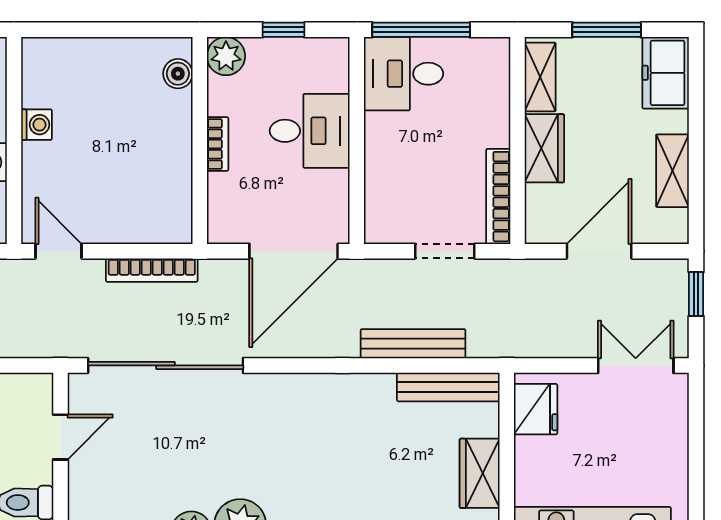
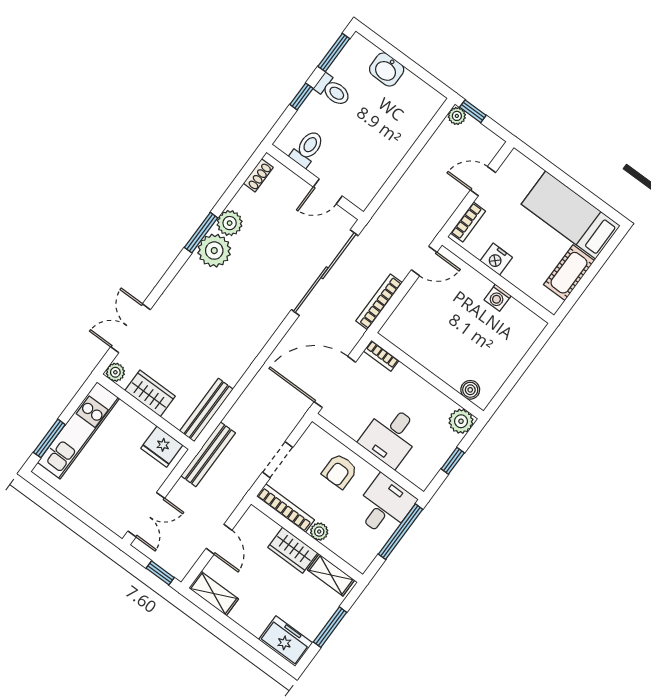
plant: (496, 132) -> (319, 532), added
bookcase: (218, 144) -> (381, 356), moved
armchair: (401, 163) -> (340, 471), added
shelving: (673, 171) -> (214, 594), moved
door: (294, 251) -> (335, 382), hinge flipped
door: (599, 251) -> (219, 539), width x0.73
bench: (413, 344) -> (208, 454), moved
door: (60, 437) -> (328, 191), hinge flipped

